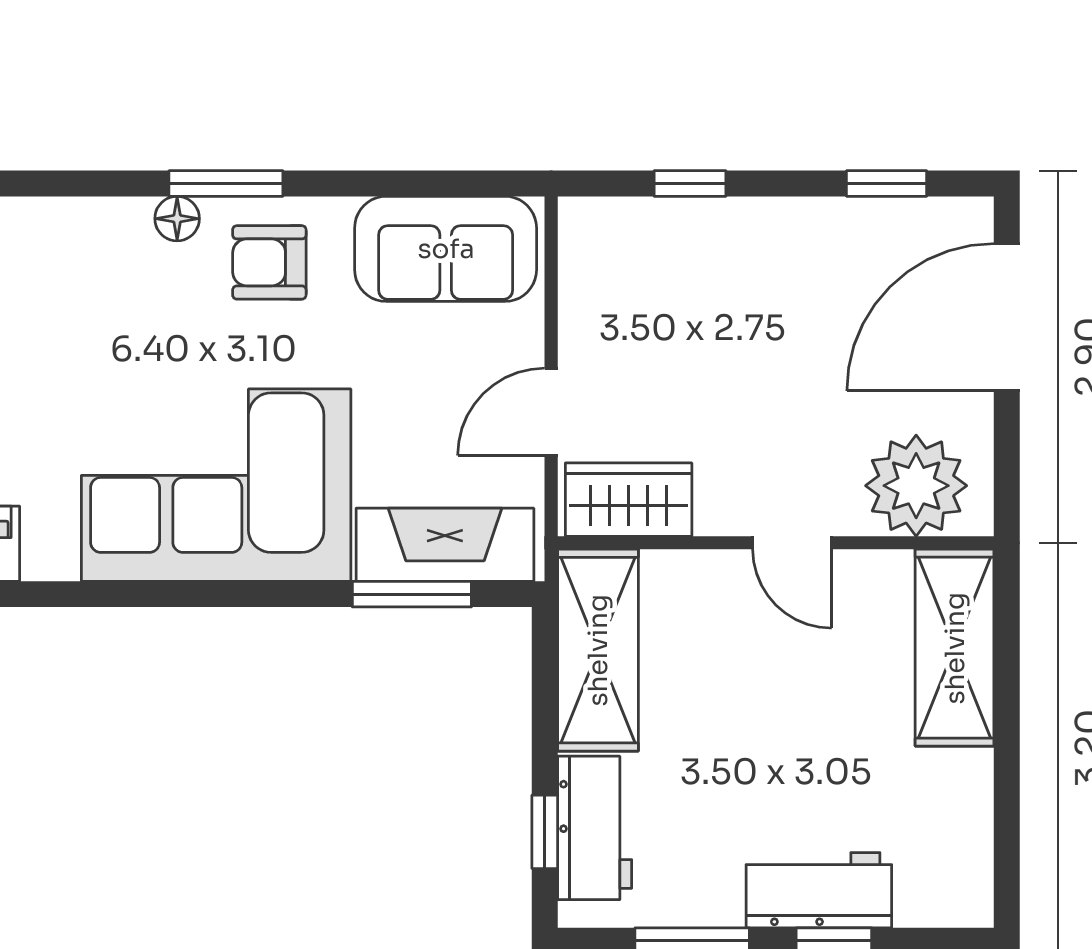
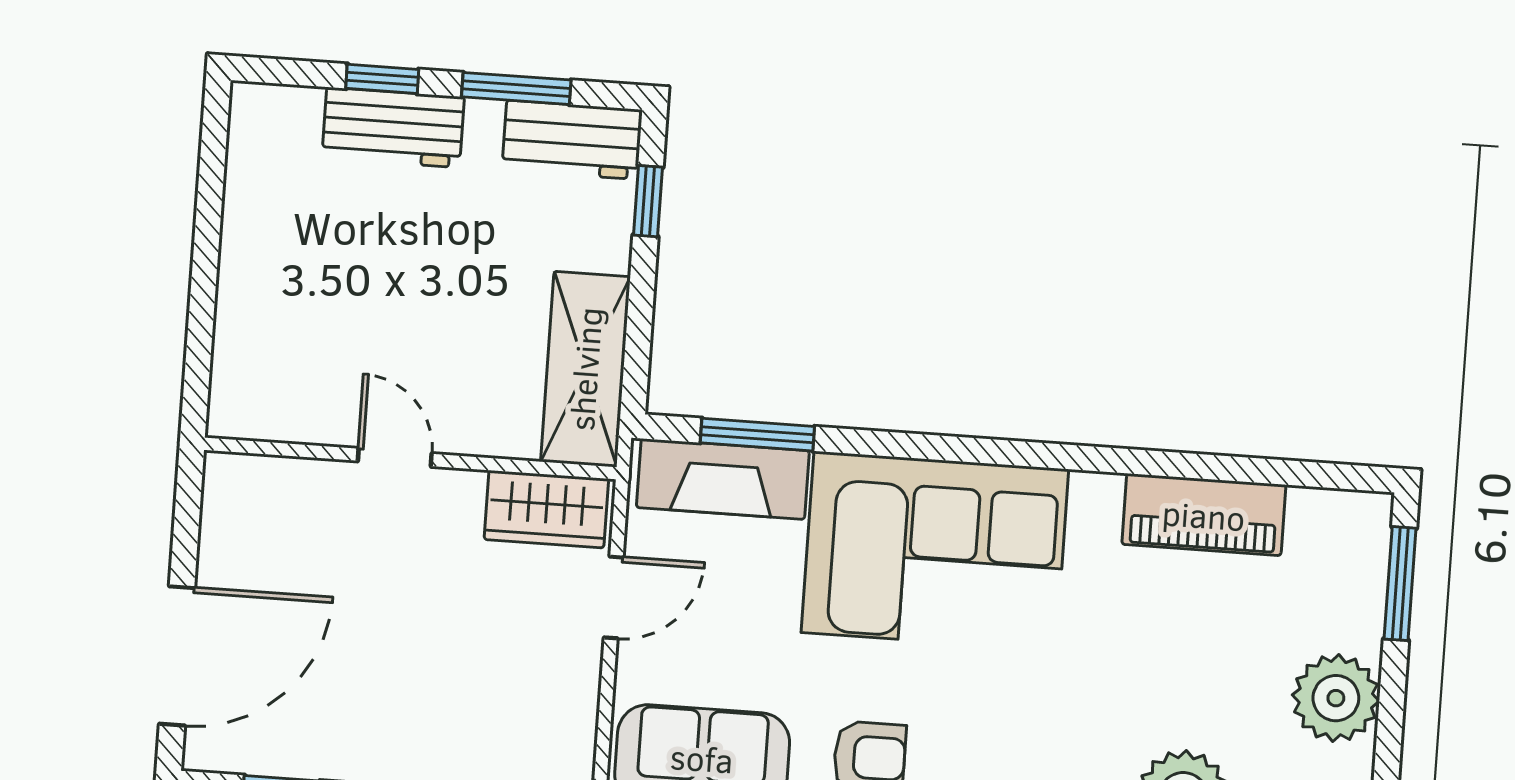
plant: (916, 486) -> (274, 503), removed
shelving: (955, 648) -> (249, 347), removed
workbench: (595, 828) -> (572, 140), moved, turned -90

